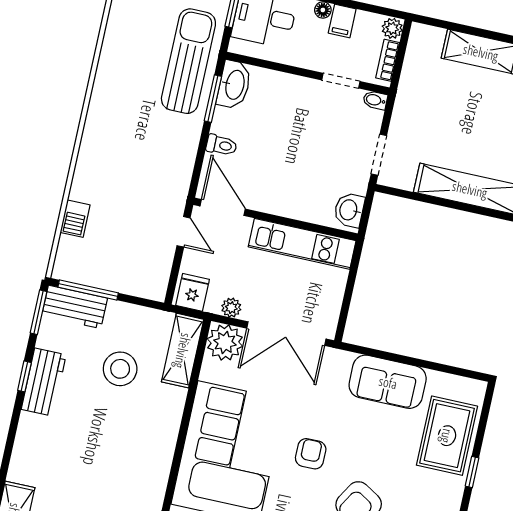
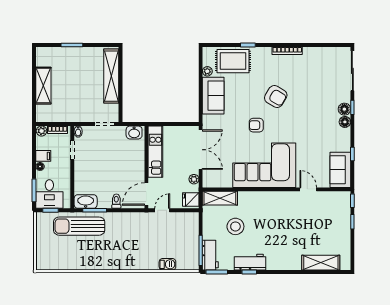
plant: (225, 343) -> (207, 71), moved, width x0.53, depth x0.53

